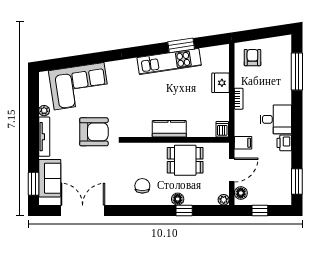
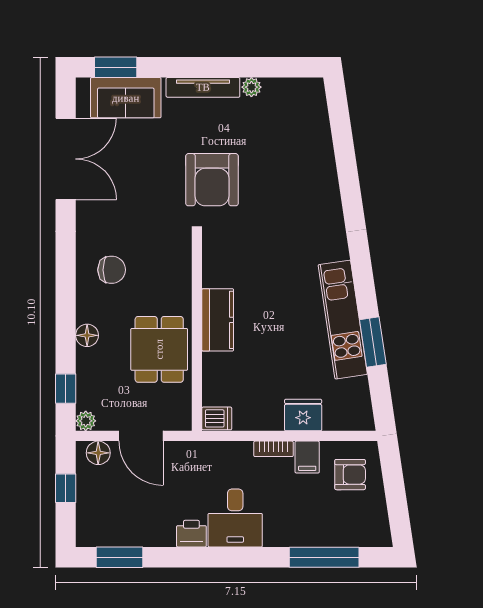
corner sofa: (79, 86) -> (297, 152), removed
filing cabinet: (243, 143) -> (307, 457), moved
window: (184, 211) -> (66, 389), moved

